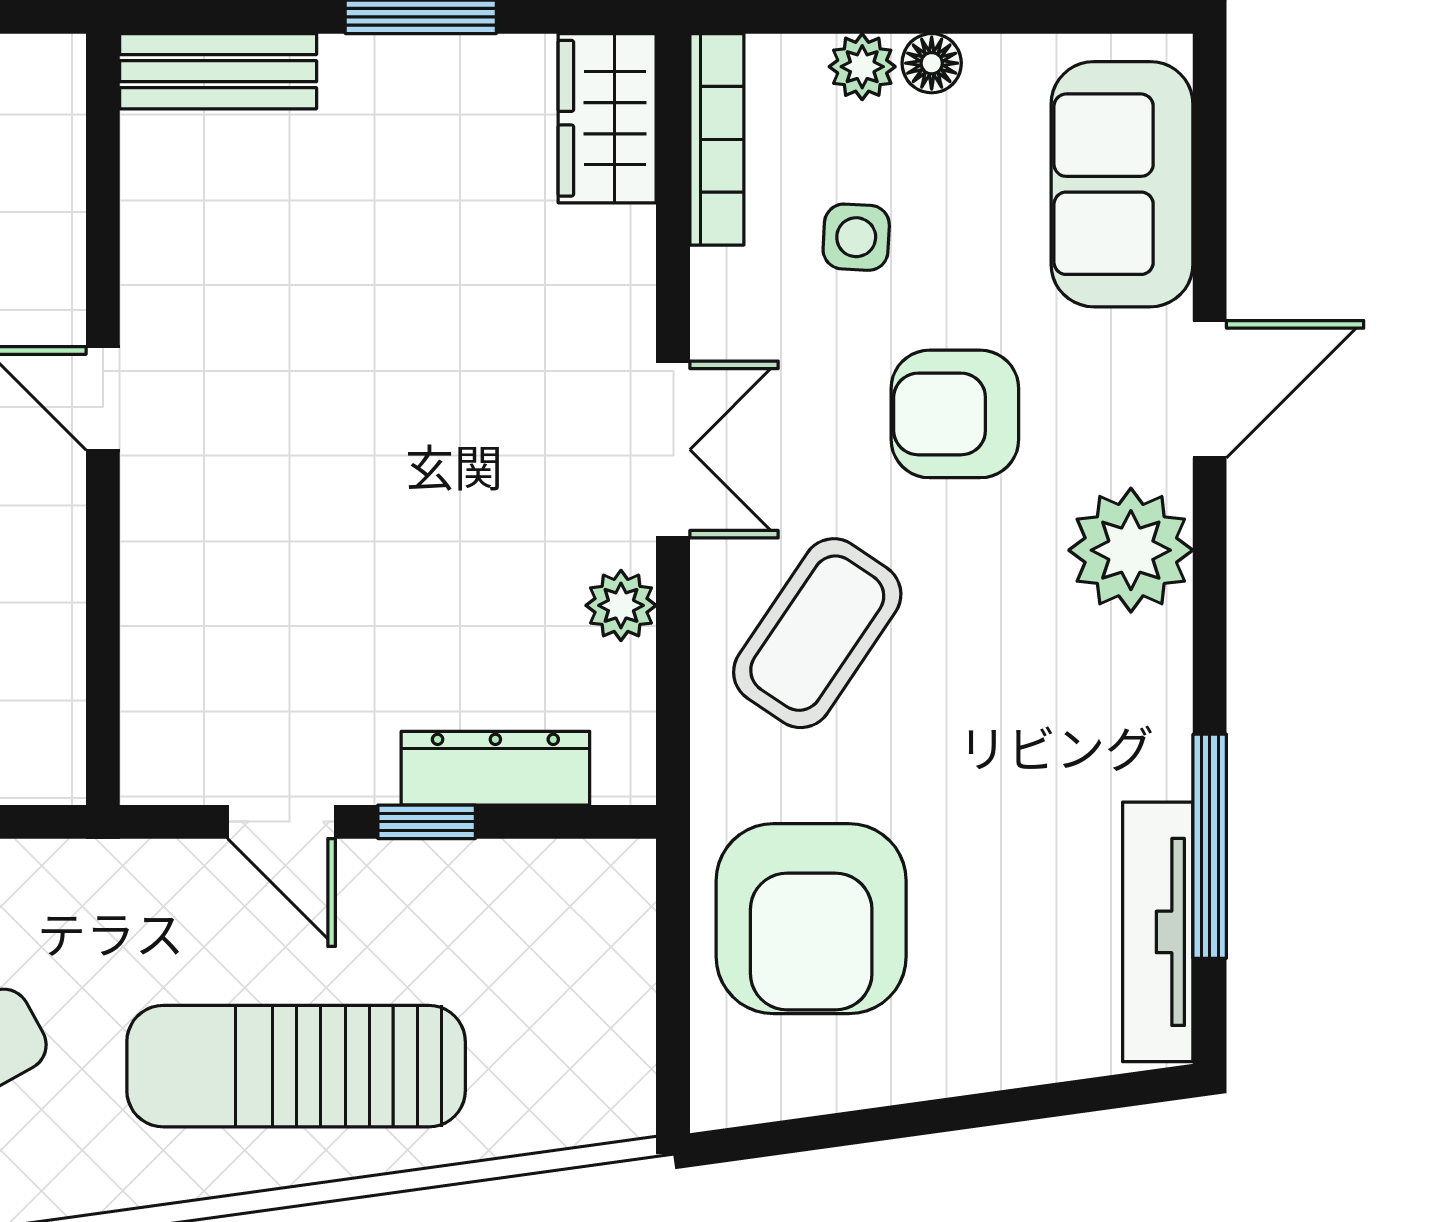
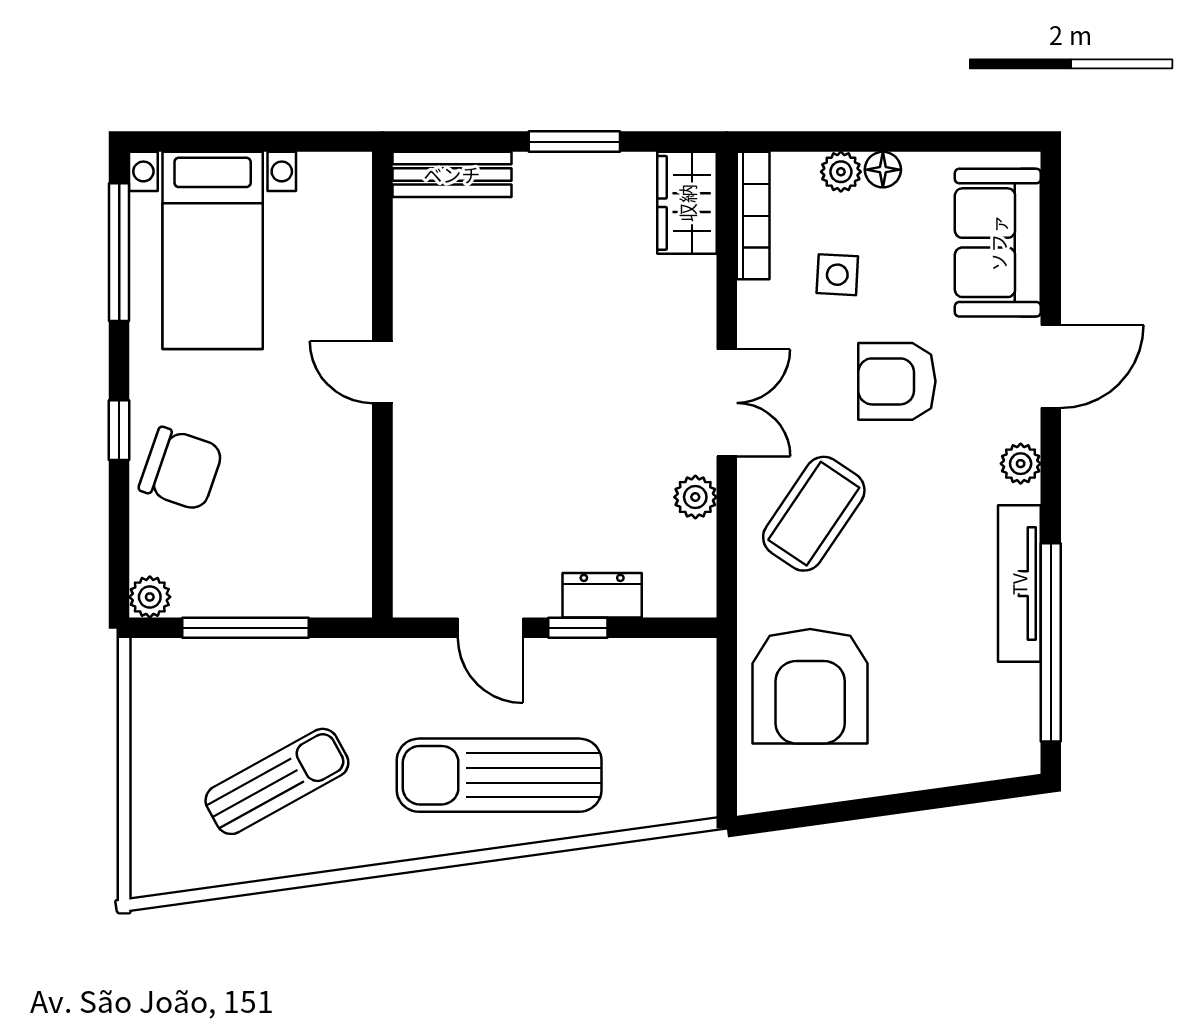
plant: (1131, 550) -> (1021, 464), width x0.53, depth x0.53
dresser: (495, 768) -> (602, 595), width x0.70
window: (1210, 846) -> (1051, 642), width x1.46
tv unit: (1158, 932) -> (1019, 584), moved

